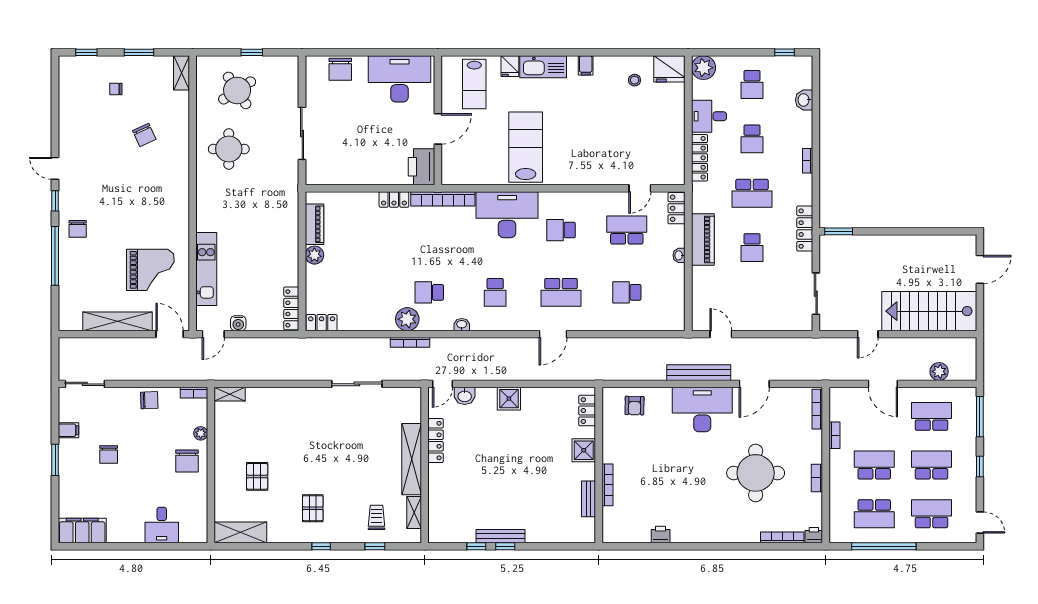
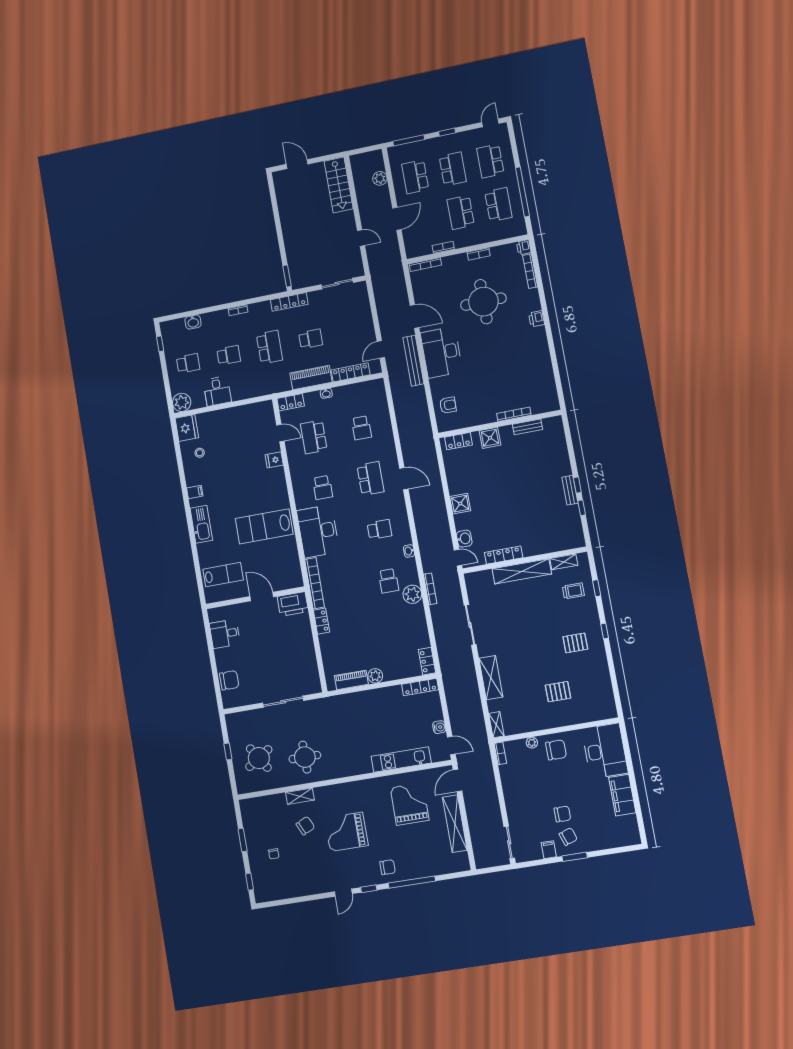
fridge: (510, 66) -> (274, 460), moved, turned 180
shelving: (182, 73) -> (300, 796), moved
desk: (400, 79) -> (225, 634), width x0.53, depth x0.77
locker: (699, 158) -> (351, 372), moved
grand piano: (129, 185) -> (346, 832), added
stairs: (929, 311) -> (339, 185), width x0.73, depth x0.66
chair: (149, 400) -> (568, 837), moved, turned 73
school desk: (932, 465) -> (453, 169), turned 180
trolley: (376, 517) -> (573, 591), turned 180
desk: (162, 525) -> (605, 751), width x1.87, depth x1.30
filing cabinet: (82, 531) -> (622, 795), moved
shelving: (240, 532) -> (491, 678), moved
printer: (661, 535) -> (537, 319), moved
bench: (501, 536) -> (570, 490), width x0.73

